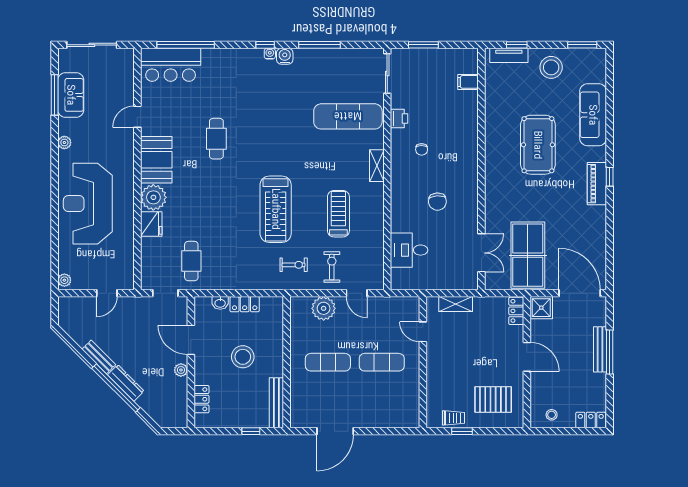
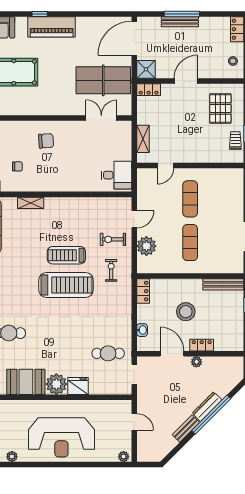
piano: (597, 184) -> (52, 27), width x1.37, depth x1.33
chair: (437, 202) -> (46, 141), moved
treadmill: (338, 214) -> (66, 255), moved
desk: (409, 250) -> (116, 175), moved, turned -90
locker: (245, 304) -> (143, 291), moved
door: (191, 340) -> (172, 354), swing flipped
locker: (201, 399) -> (202, 345), moved

